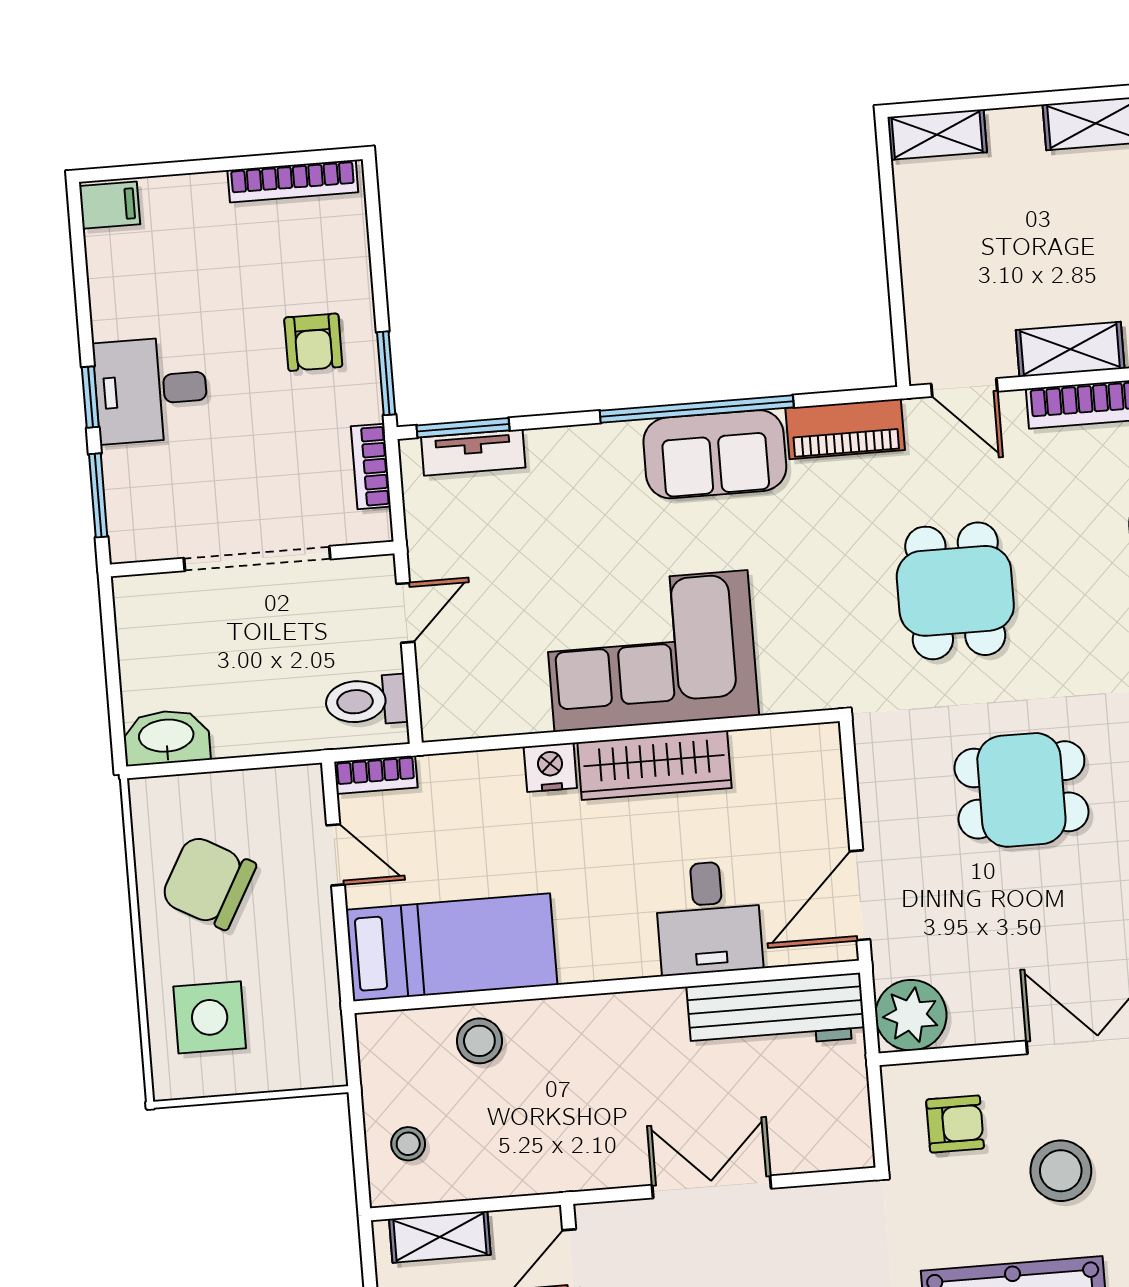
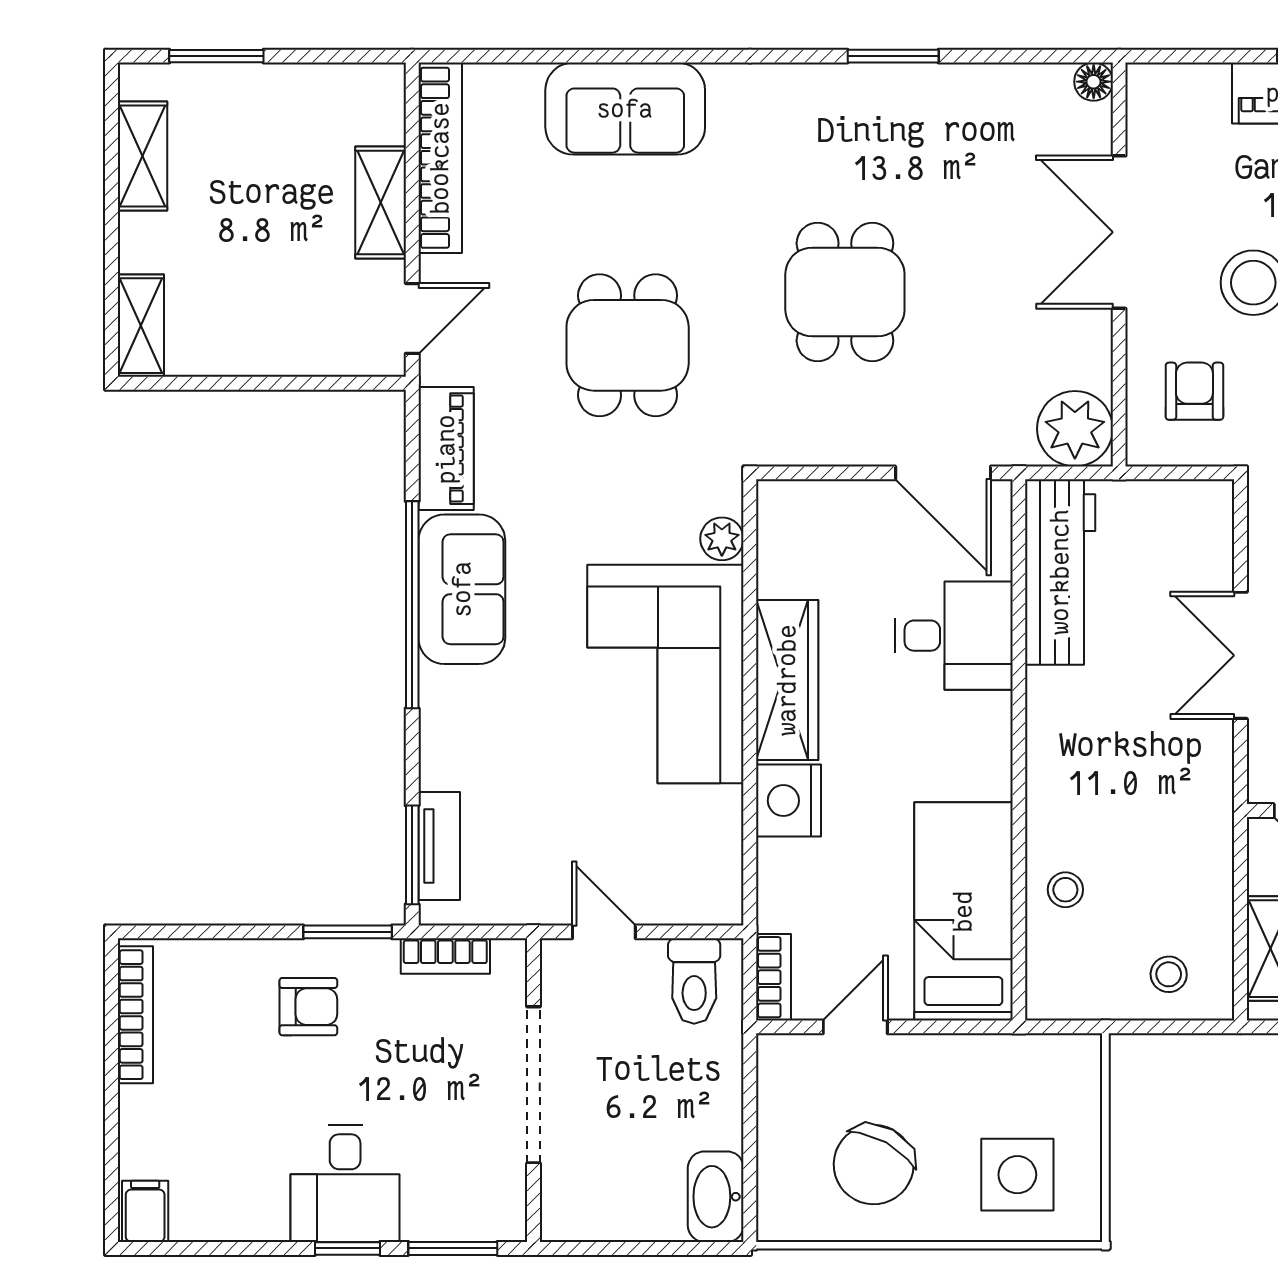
dining table: (955, 591) -> (628, 345), turned 90
plant: (782, 694) -> (722, 539), added
nightstand: (550, 767) -> (789, 801), width x1.36, depth x1.33
stool: (479, 1041) -> (1065, 890), width x0.73, depth x0.73

